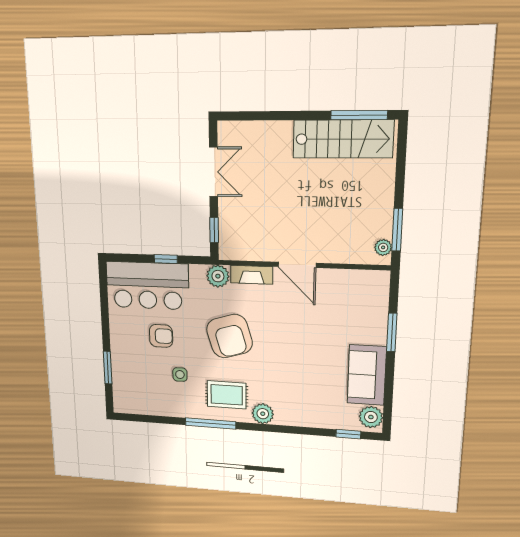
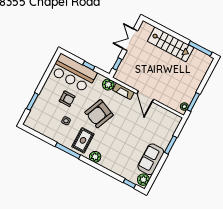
stairs: (343, 139) -> (171, 44), moved
double door: (214, 172) -> (130, 40), swing flipped
armchair: (229, 336) -> (99, 114), turned 40
rug: (227, 395) -> (83, 140), turned 90

